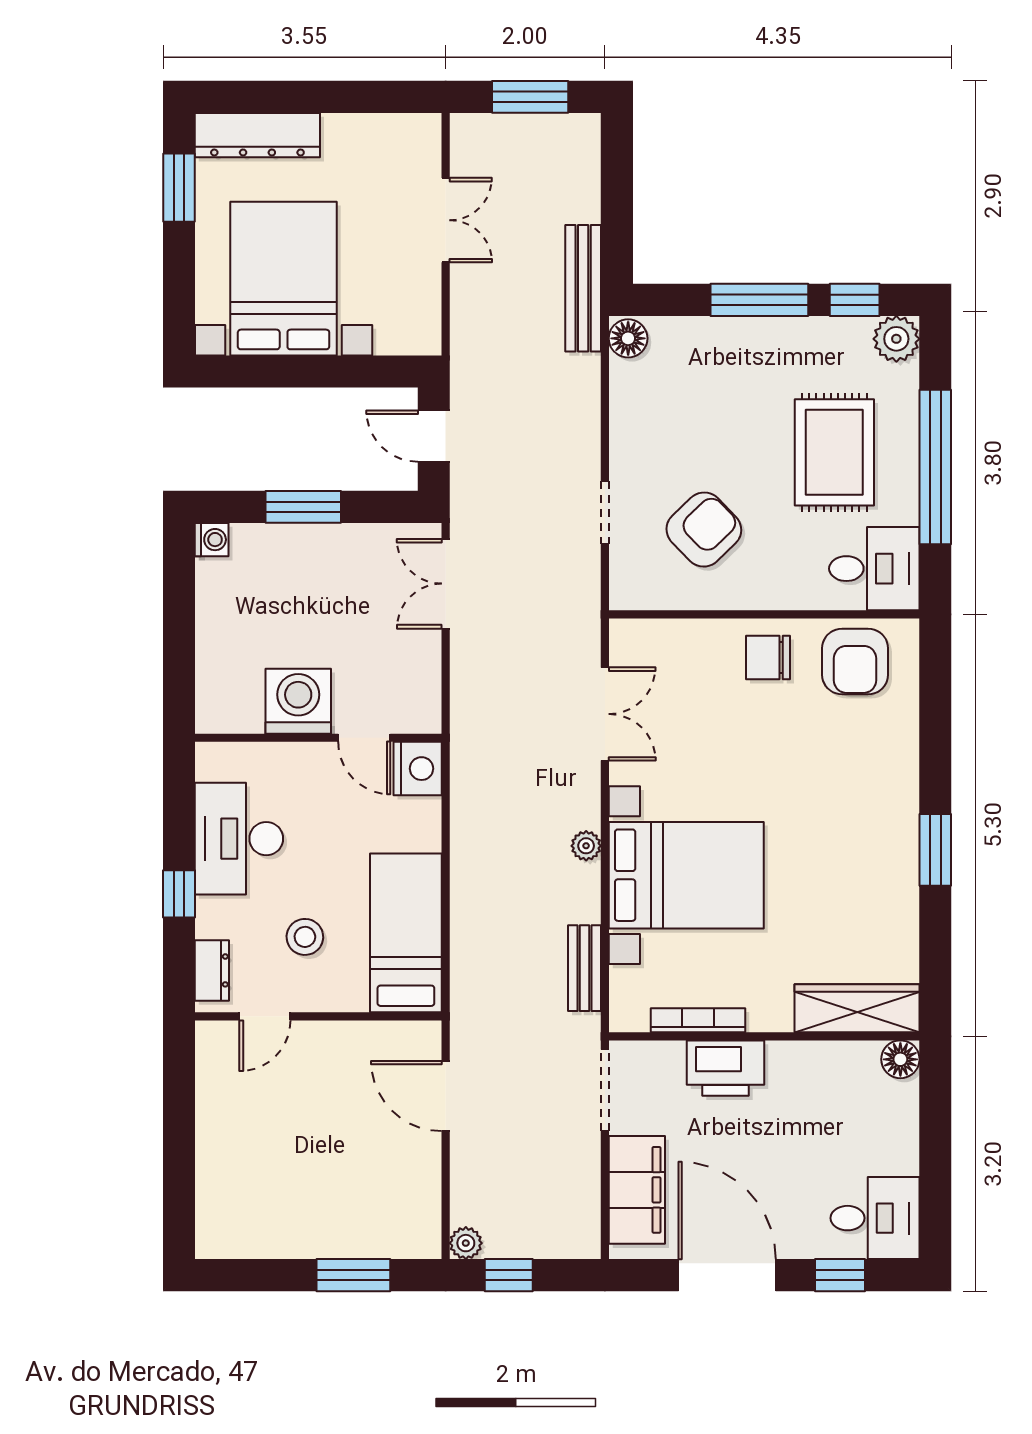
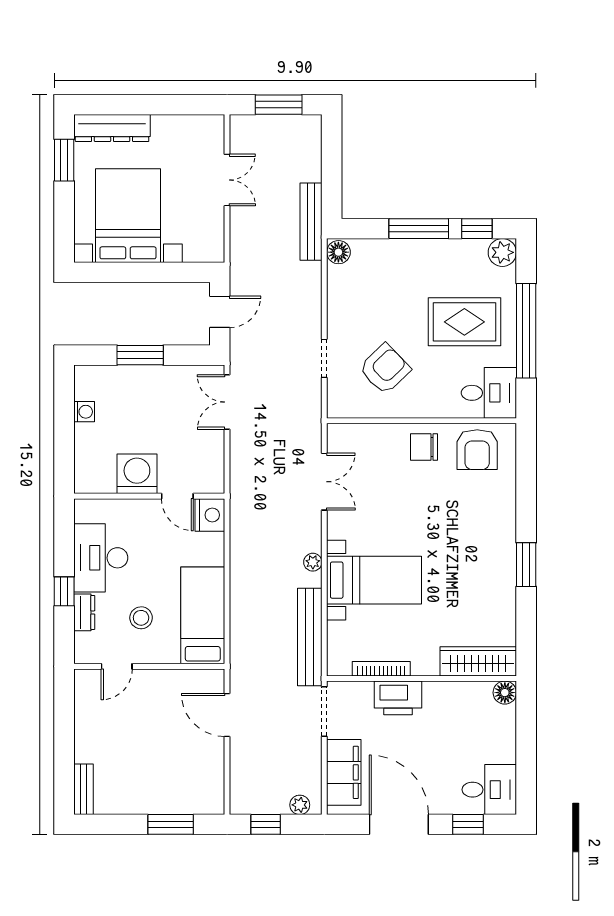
door: (434, 436) -> (220, 312), swing flipped
rug: (834, 452) -> (464, 322), turned 90
washing machine: (212, 540) -> (84, 412), moved
bed with nightstands: (686, 875) -> (374, 580), width x0.73
bench: (585, 968) -> (310, 637), width x1.86, depth x1.21
dresser: (212, 970) -> (84, 612), moved
bench: (211, 1218) -> (84, 789), added
plant: (466, 1243) -> (300, 805), moved

